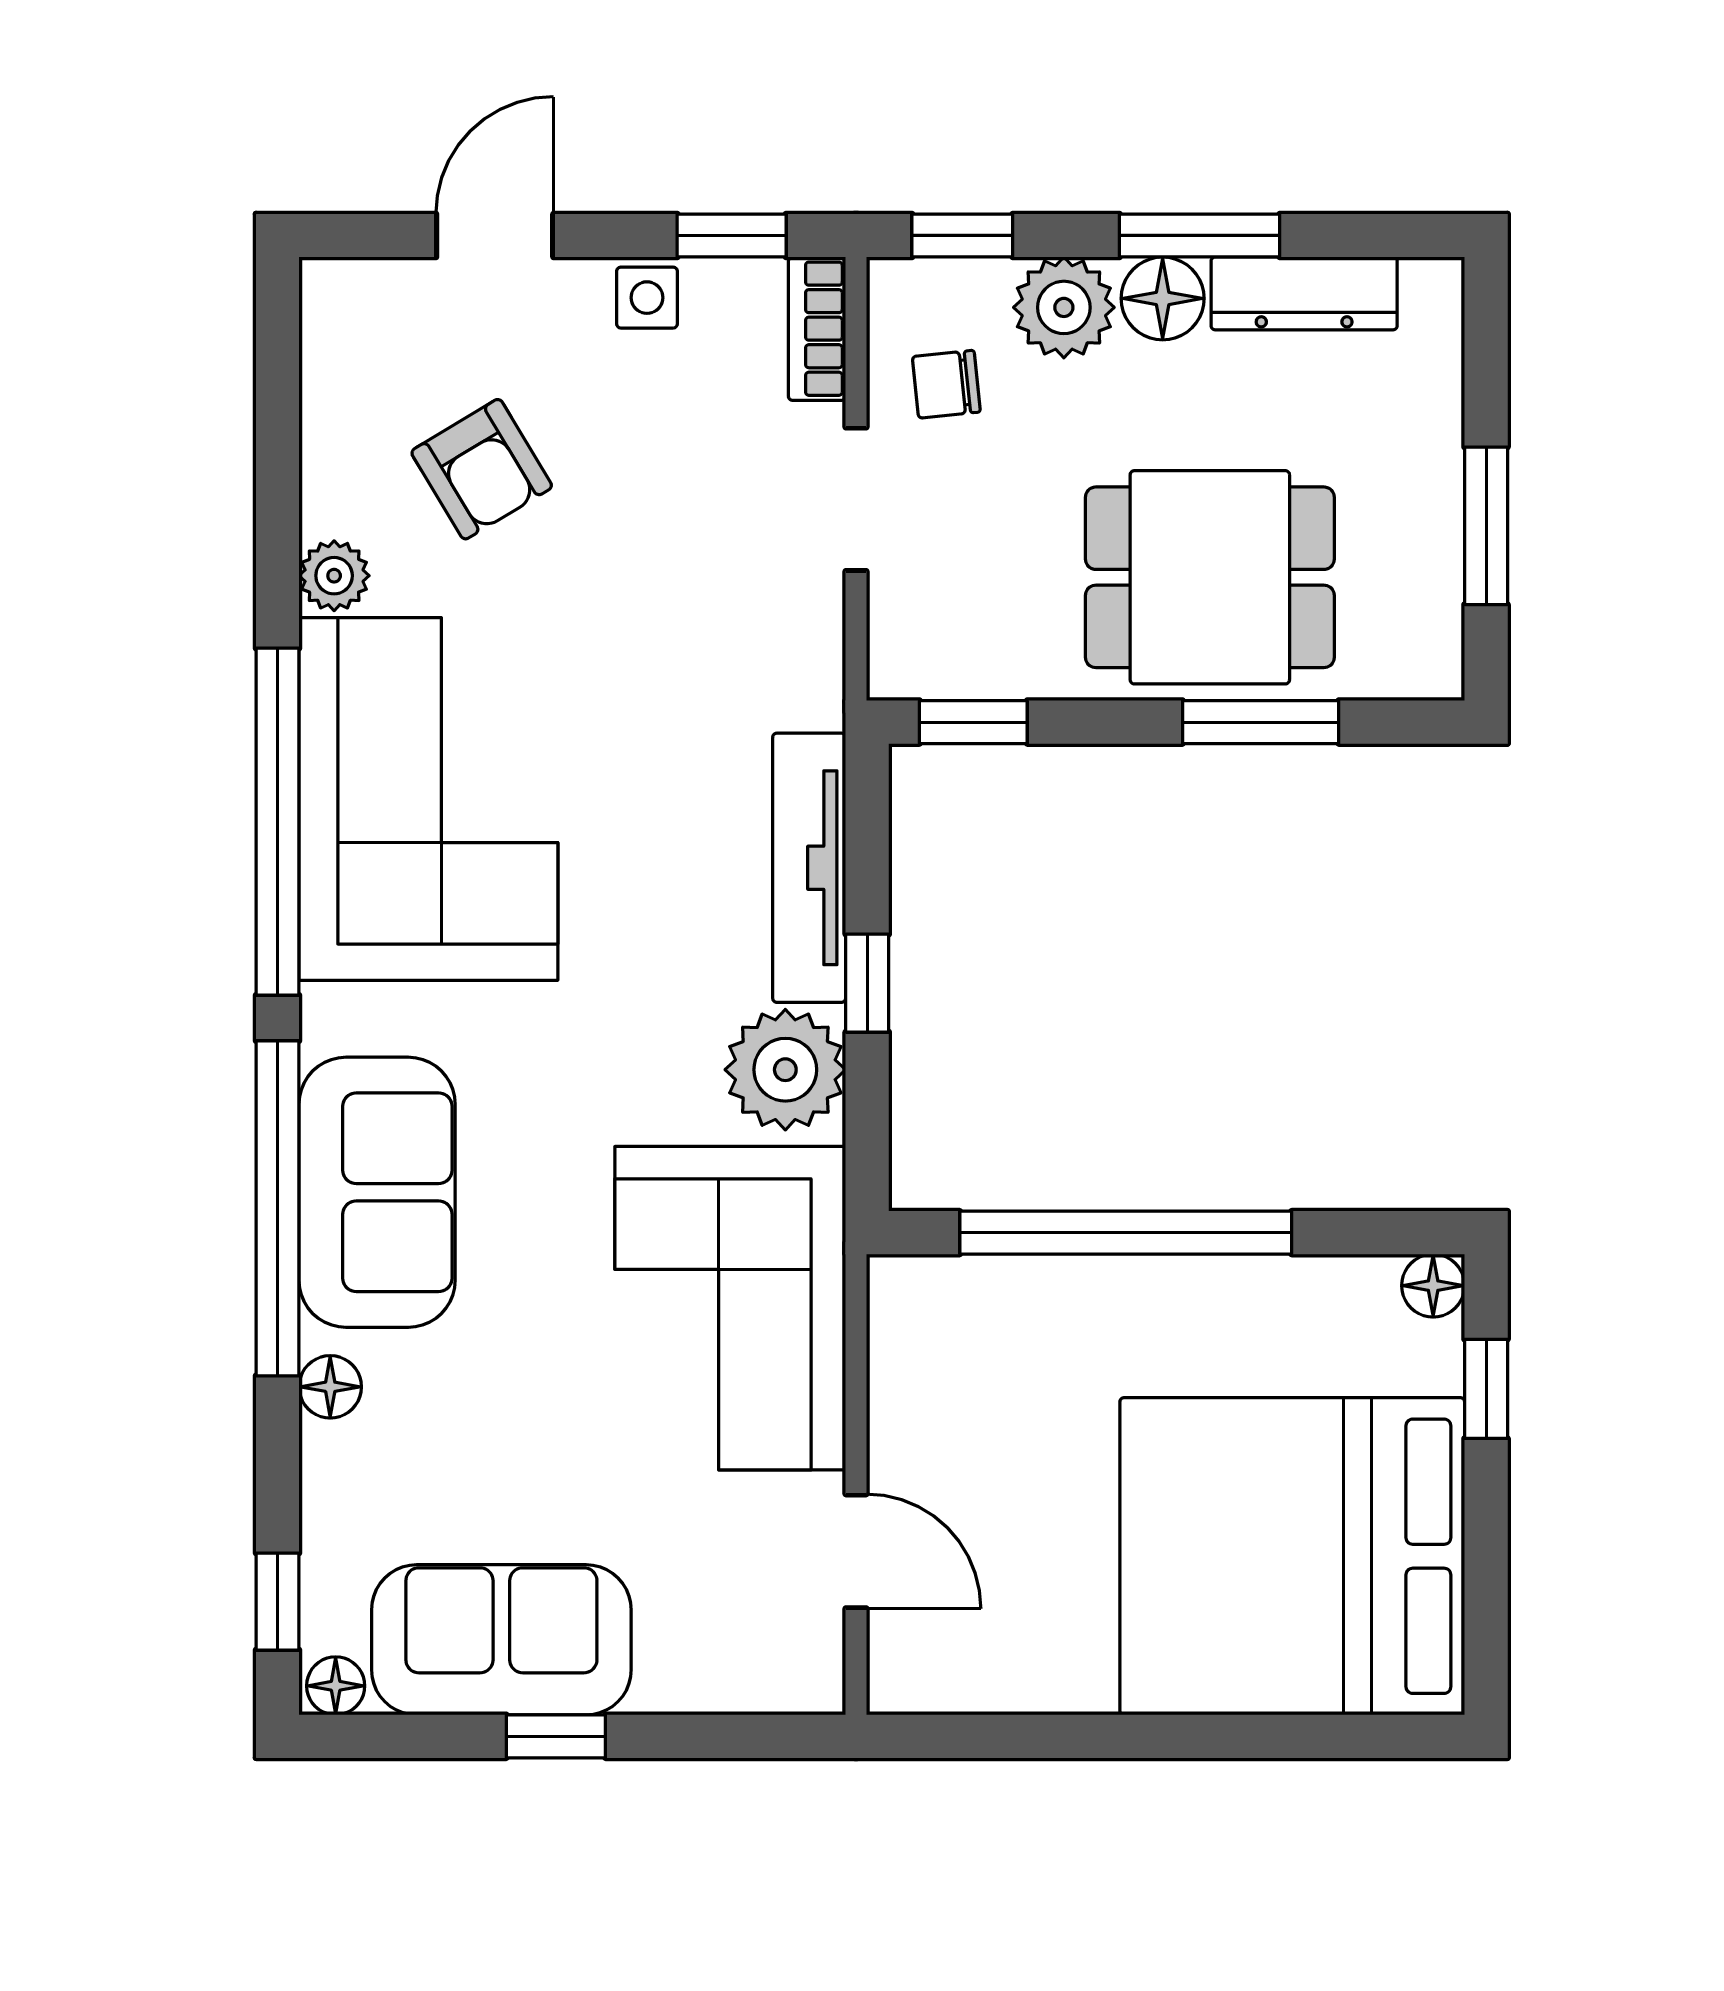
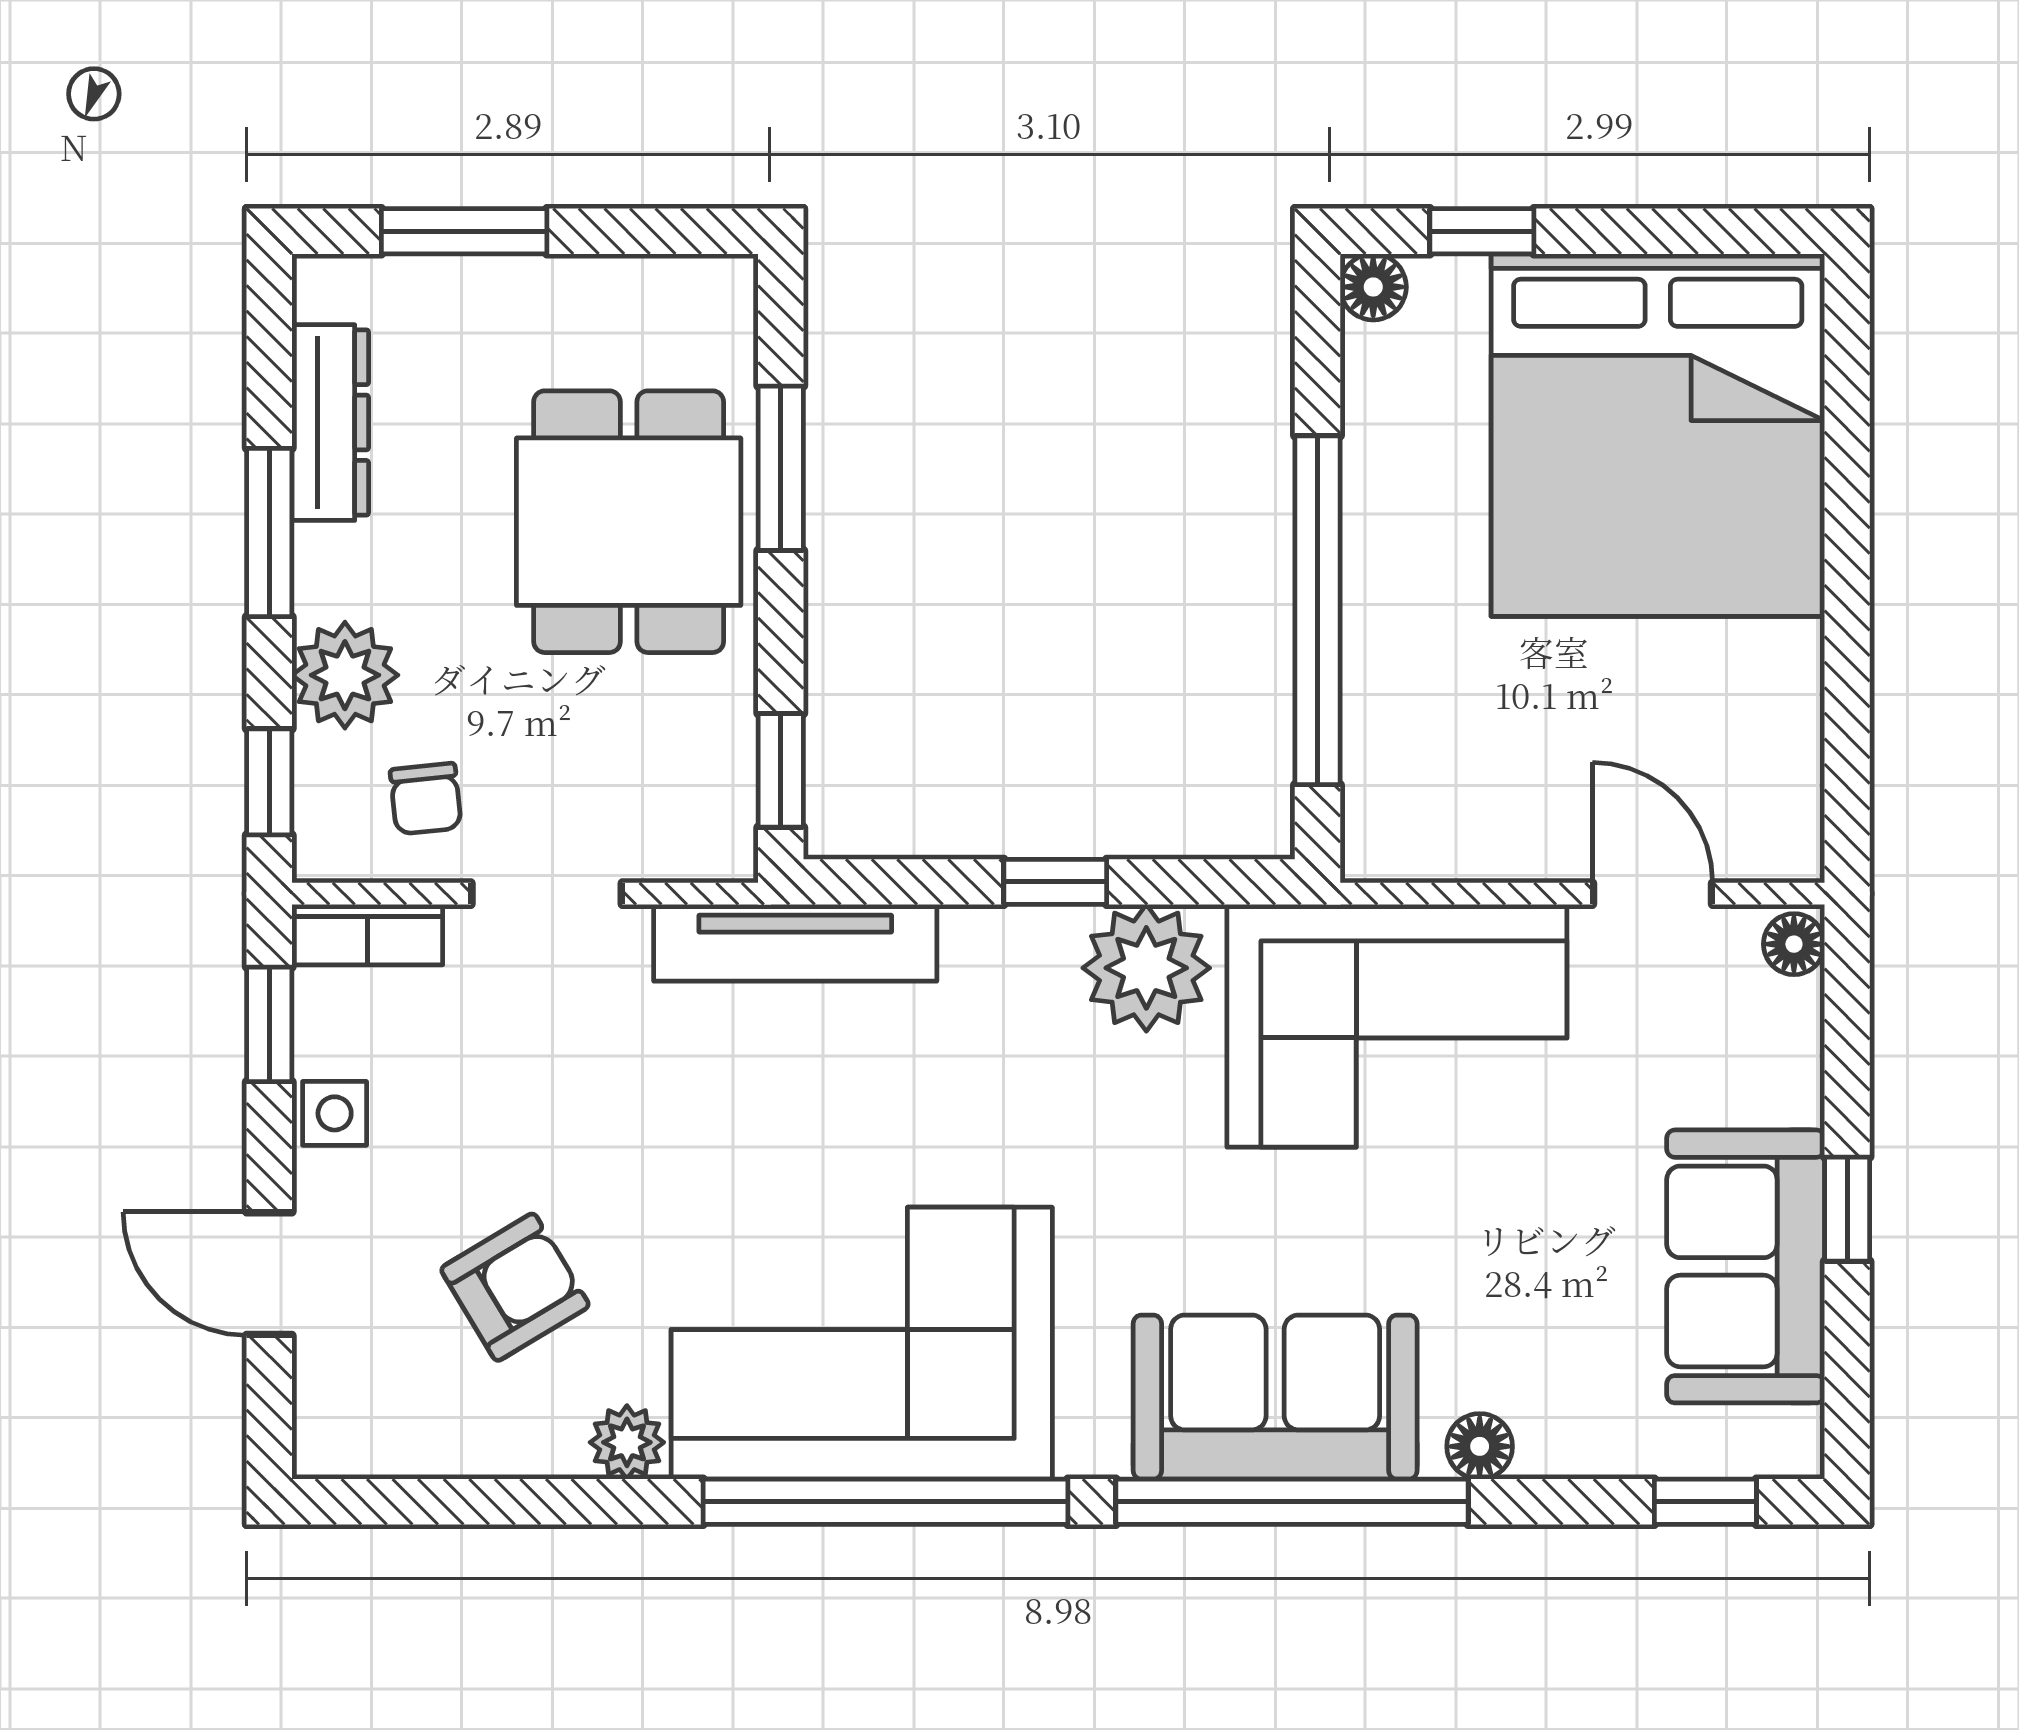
floor lamp: (1163, 298) -> (336, 571), removed
window: (1486, 526) -> (464, 231), moved
tv unit: (809, 868) -> (795, 943), moved
door: (856, 1551) -> (1653, 894), hinge flipped
floor lamp: (336, 1686) -> (1794, 944), moved

